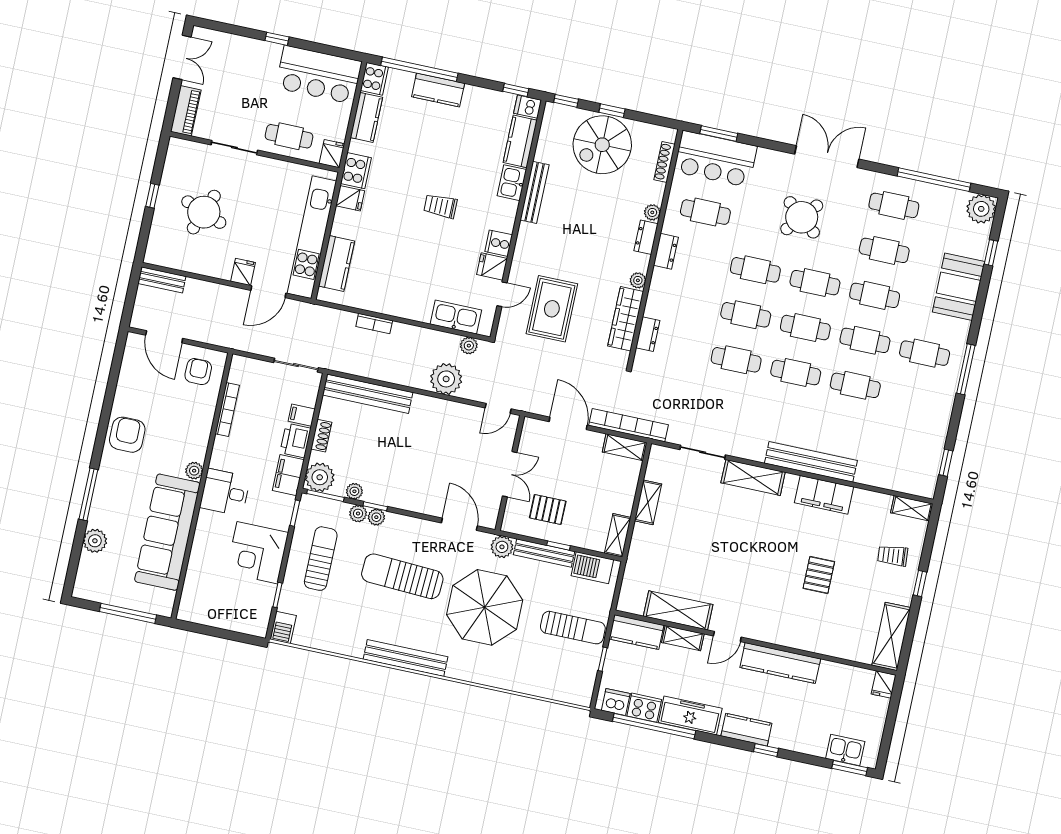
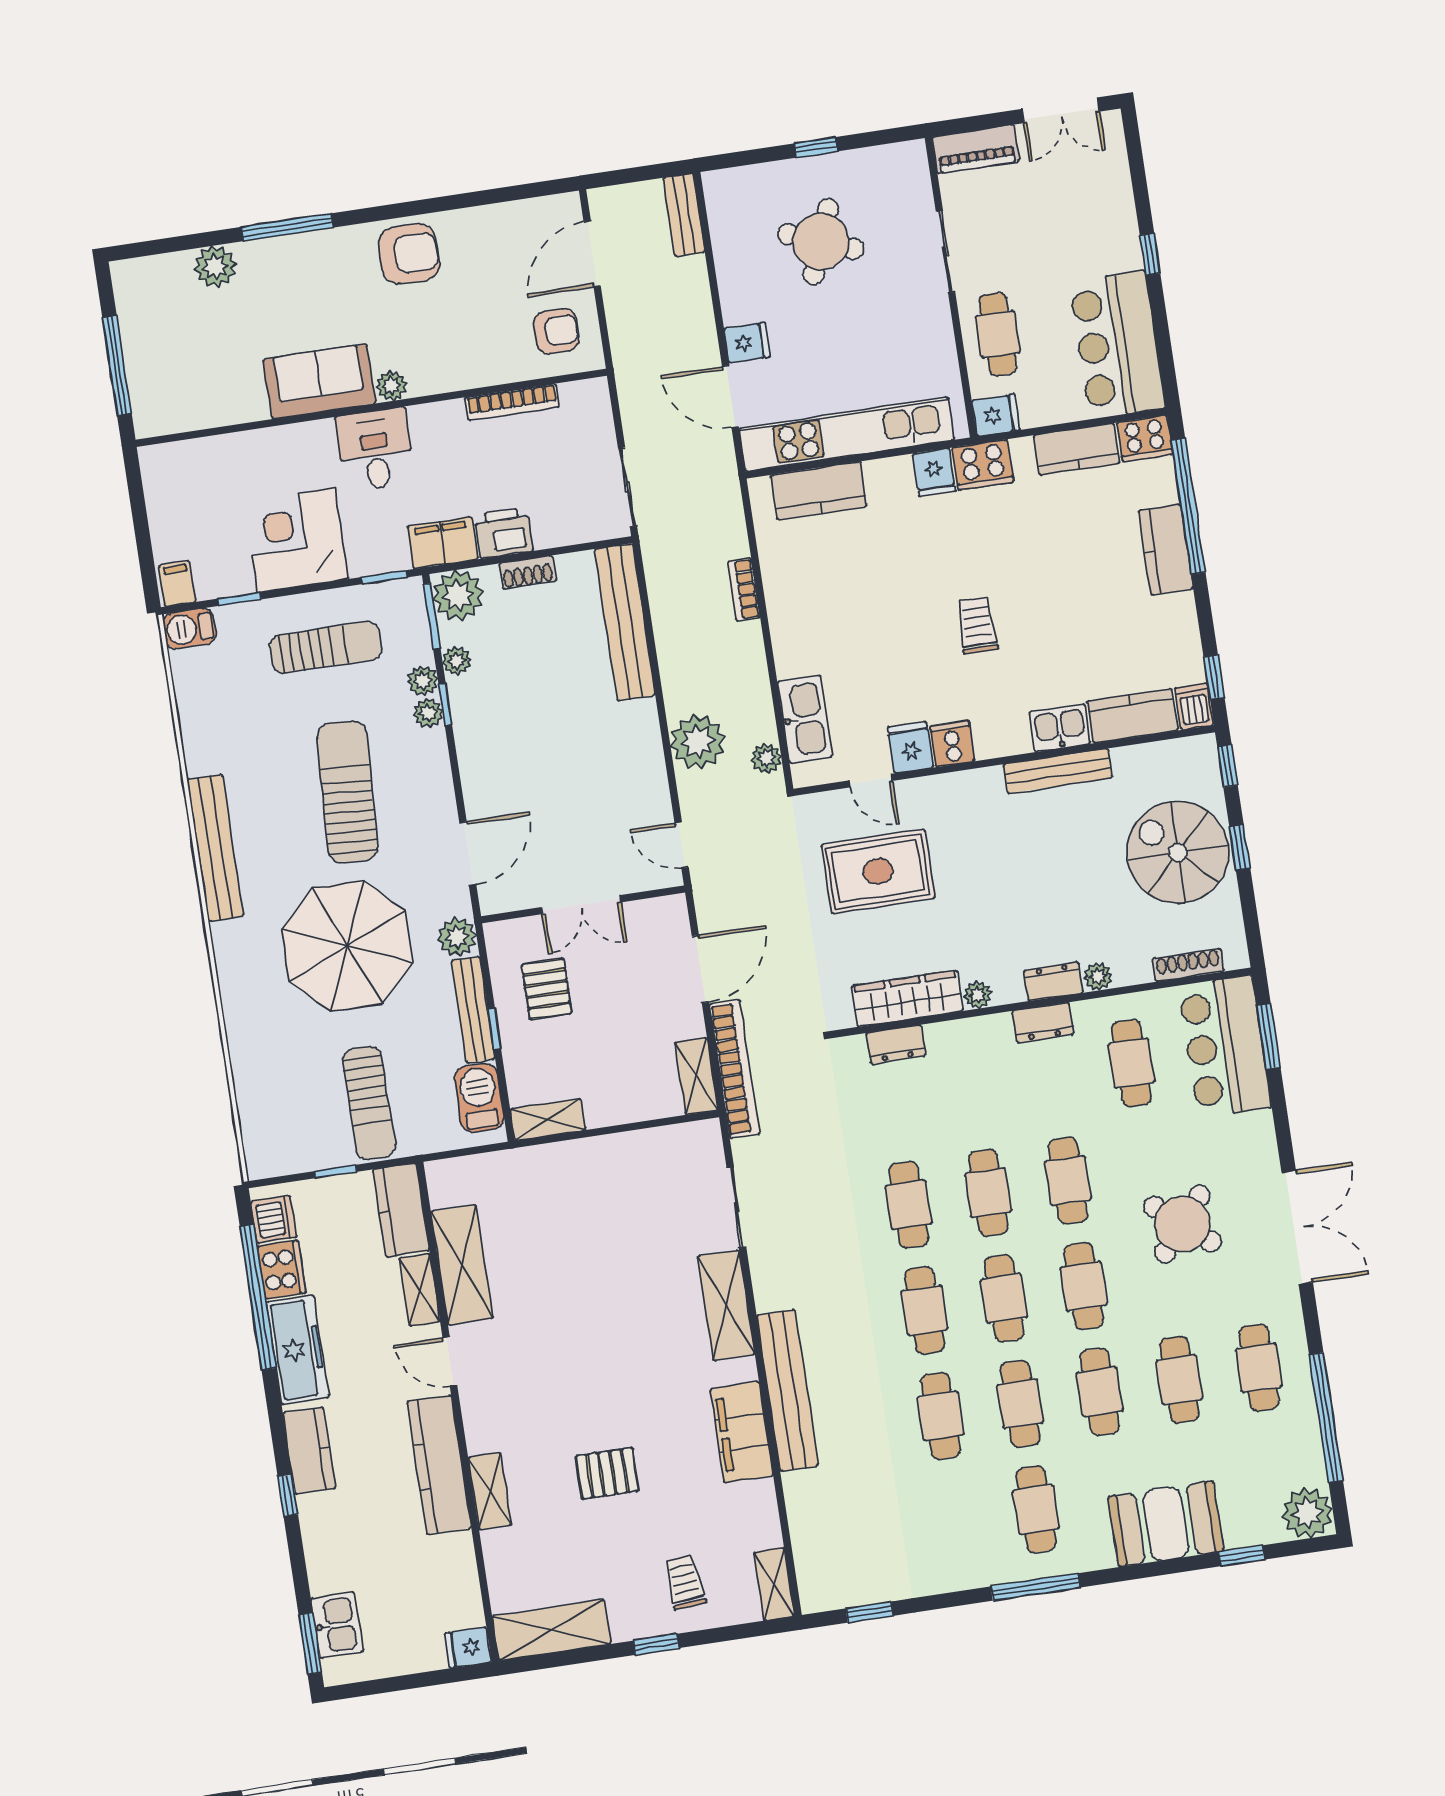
filing cabinet: (302, 415) -> (177, 584), moved
shelving: (648, 502) -> (490, 1491), moved, turned 90
sofa: (167, 532) -> (320, 381), width x0.54, depth x0.79

